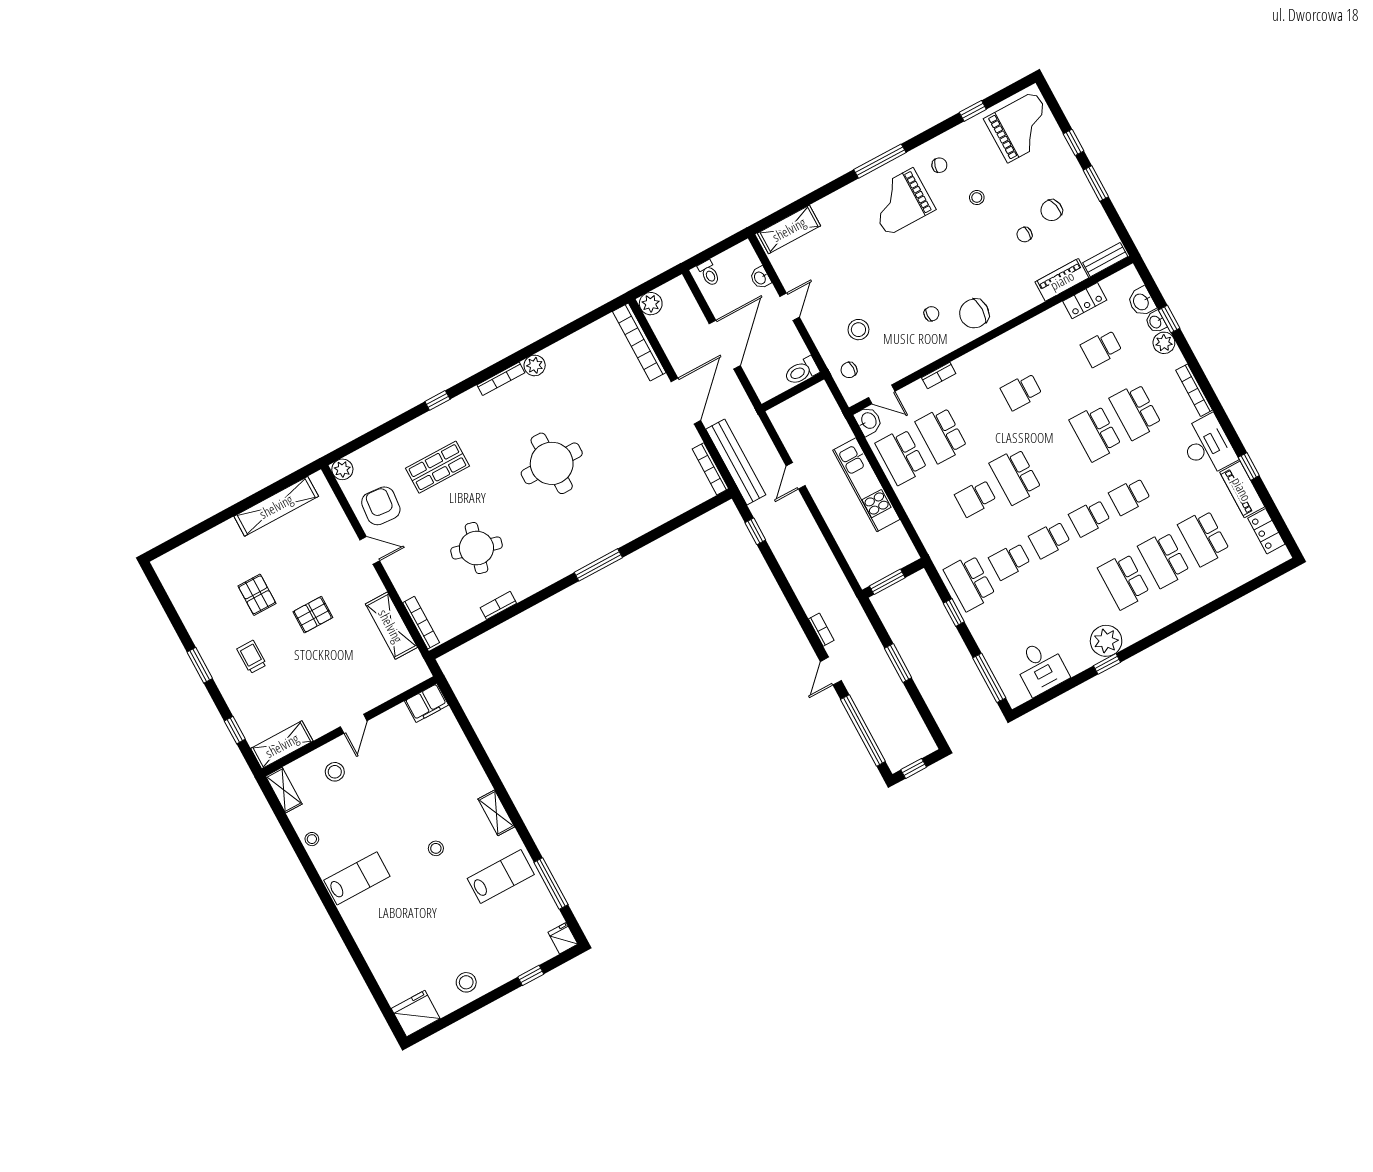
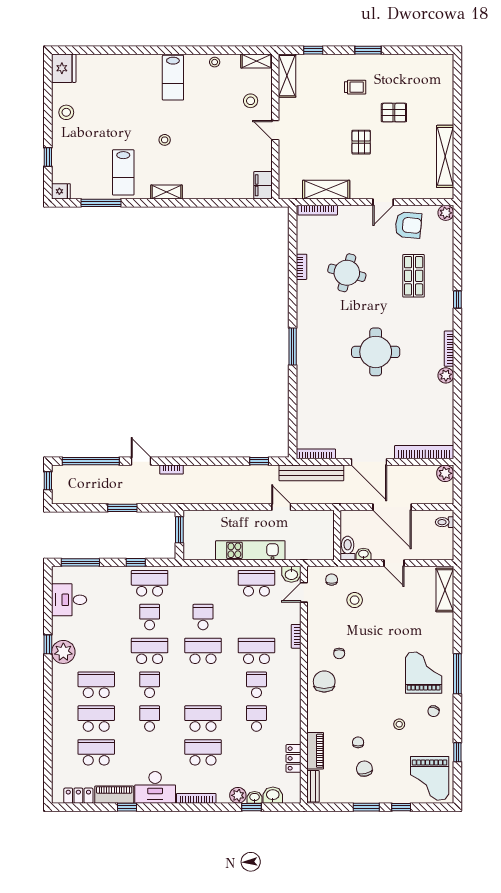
washbasin: (760, 278) -> (363, 554), moved
school desk: (1101, 348) -> (256, 719), moved
school desk: (941, 435) -> (256, 651), moved
school desk: (1050, 539) -> (150, 651), width x1.85

